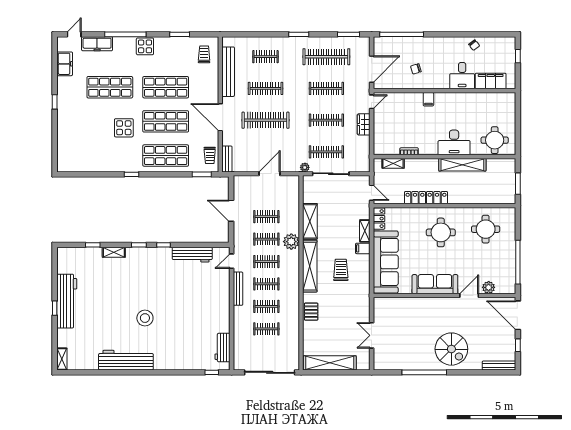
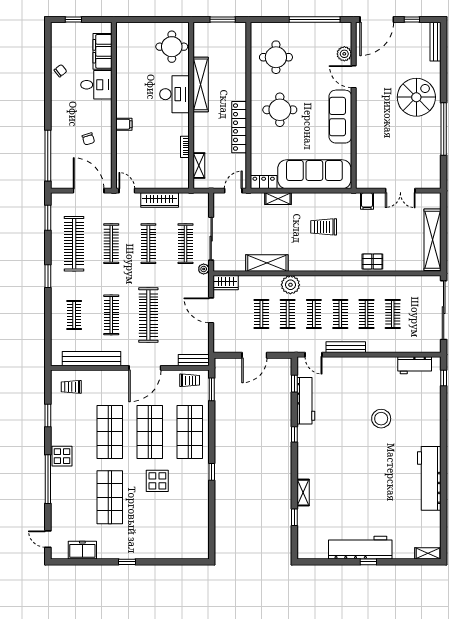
freezer: (97, 44) -> (59, 512), removed
wardrobe: (364, 124) -> (160, 200), width x1.50
wardrobe: (293, 186) -> (226, 283), added
window: (139, 245) -> (294, 384), moved
filing cabinet: (363, 248) -> (367, 201), moved
shelving: (310, 266) -> (319, 263), removed
stool: (145, 318) -> (381, 419), moved

